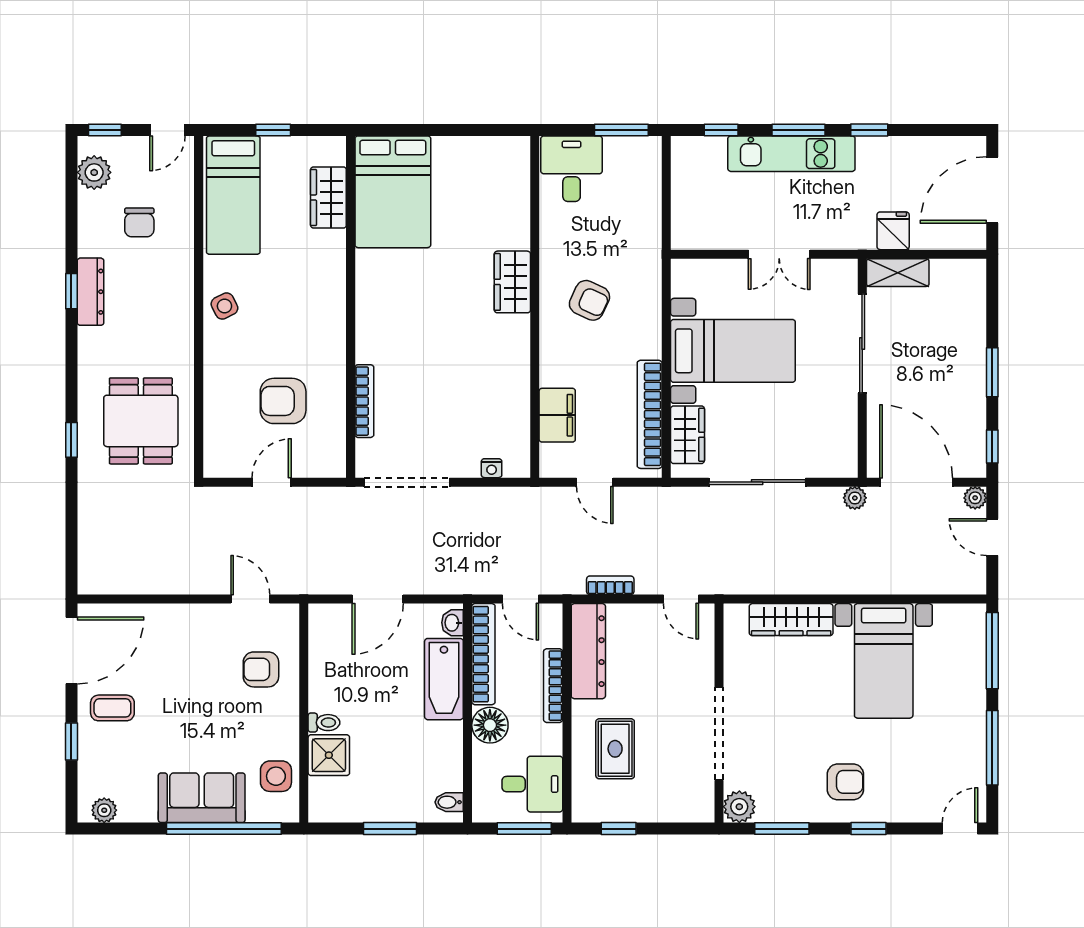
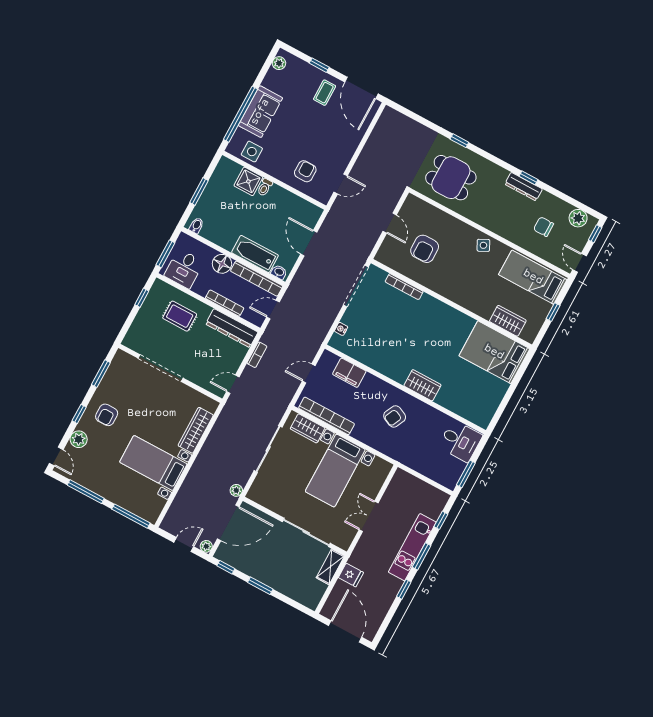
armchair: (283, 401) -> (425, 249), turned 180
plant: (739, 807) -> (79, 439), moved

